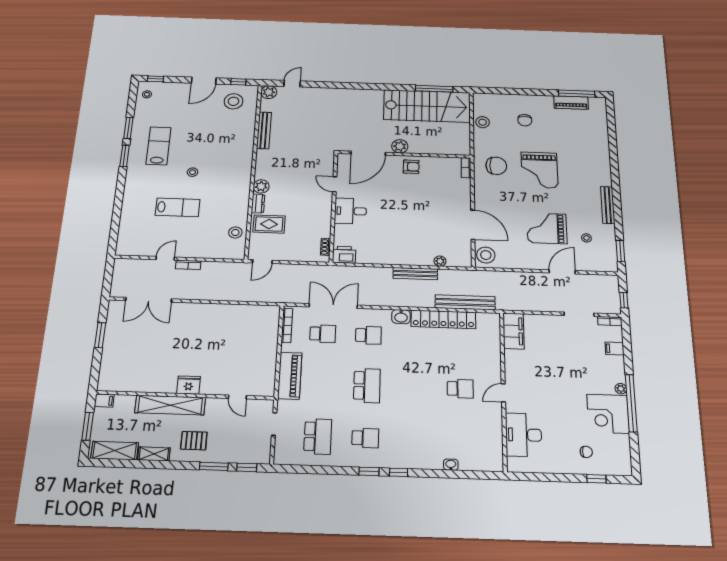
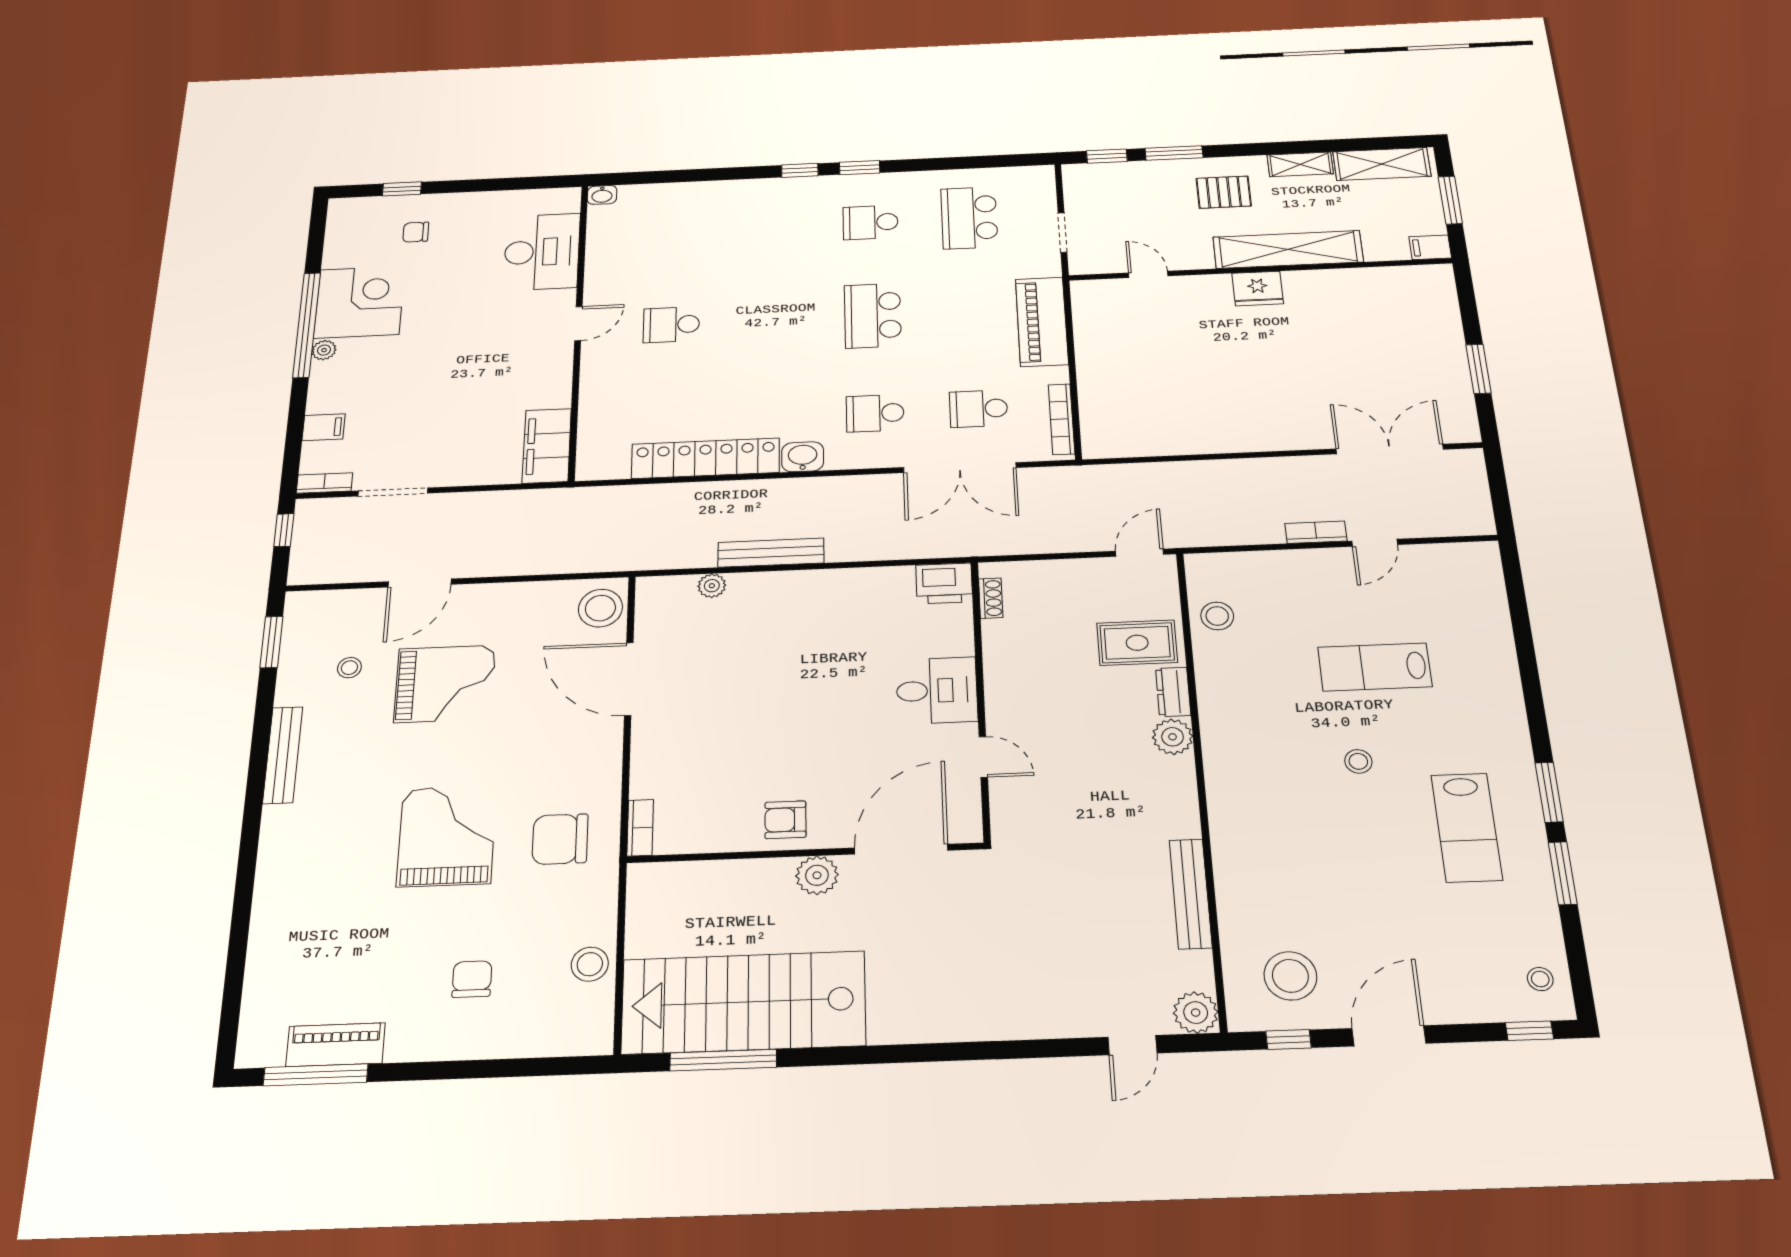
bench: (465, 302) -> (654, 498), removed
washbasin: (451, 465) -> (602, 195), moved

